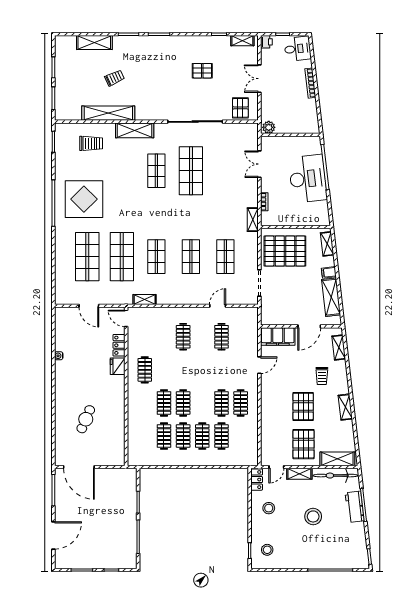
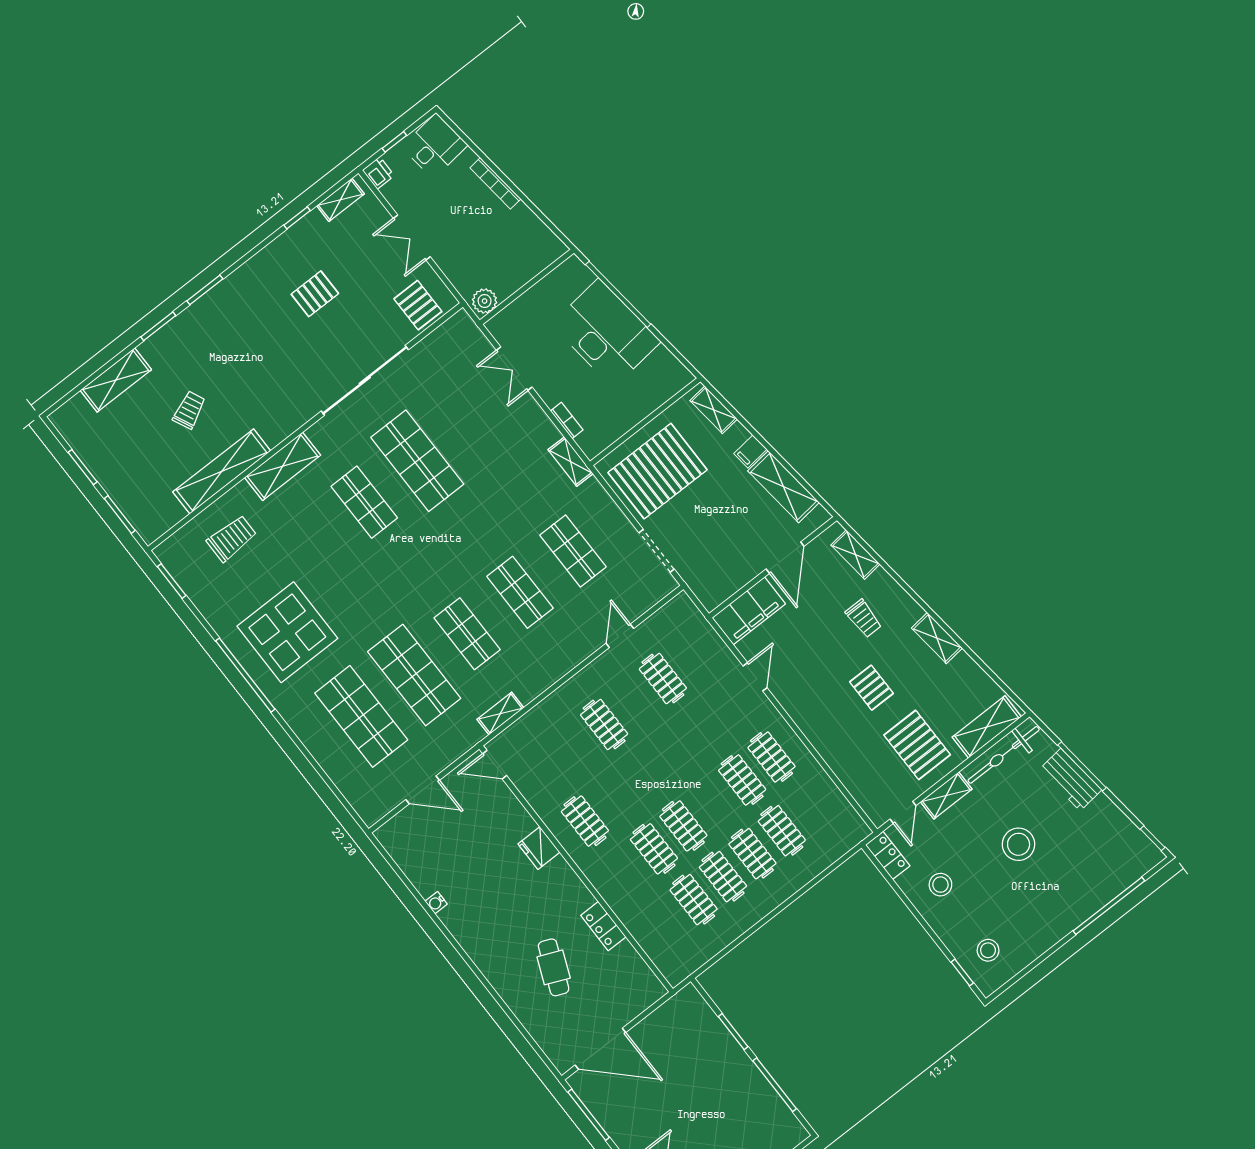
locker: (119, 345) -> (603, 926), moved
pallet: (303, 406) -> (871, 688), width x0.67, depth x0.71

